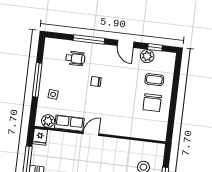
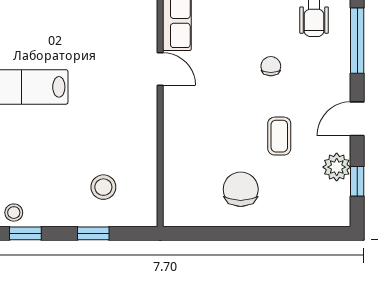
coffee table: (154, 80) -> (279, 136), moved
chair: (152, 103) -> (241, 189), turned 90

